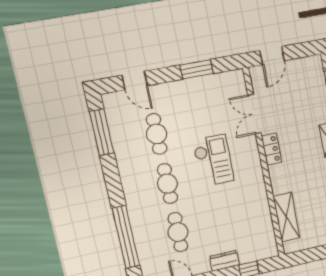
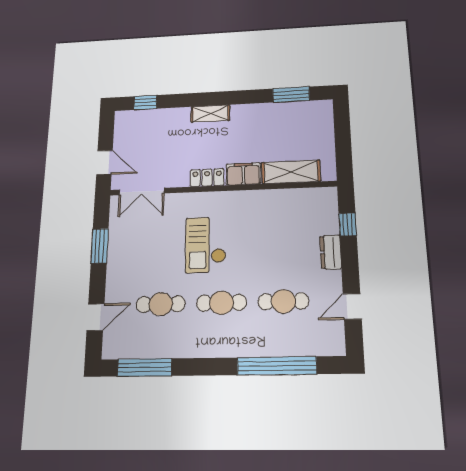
double door: (254, 114) -> (142, 191), moved
checkout: (213, 161) -> (206, 245), turned -90
filing cabinet: (279, 179) -> (243, 174), added

